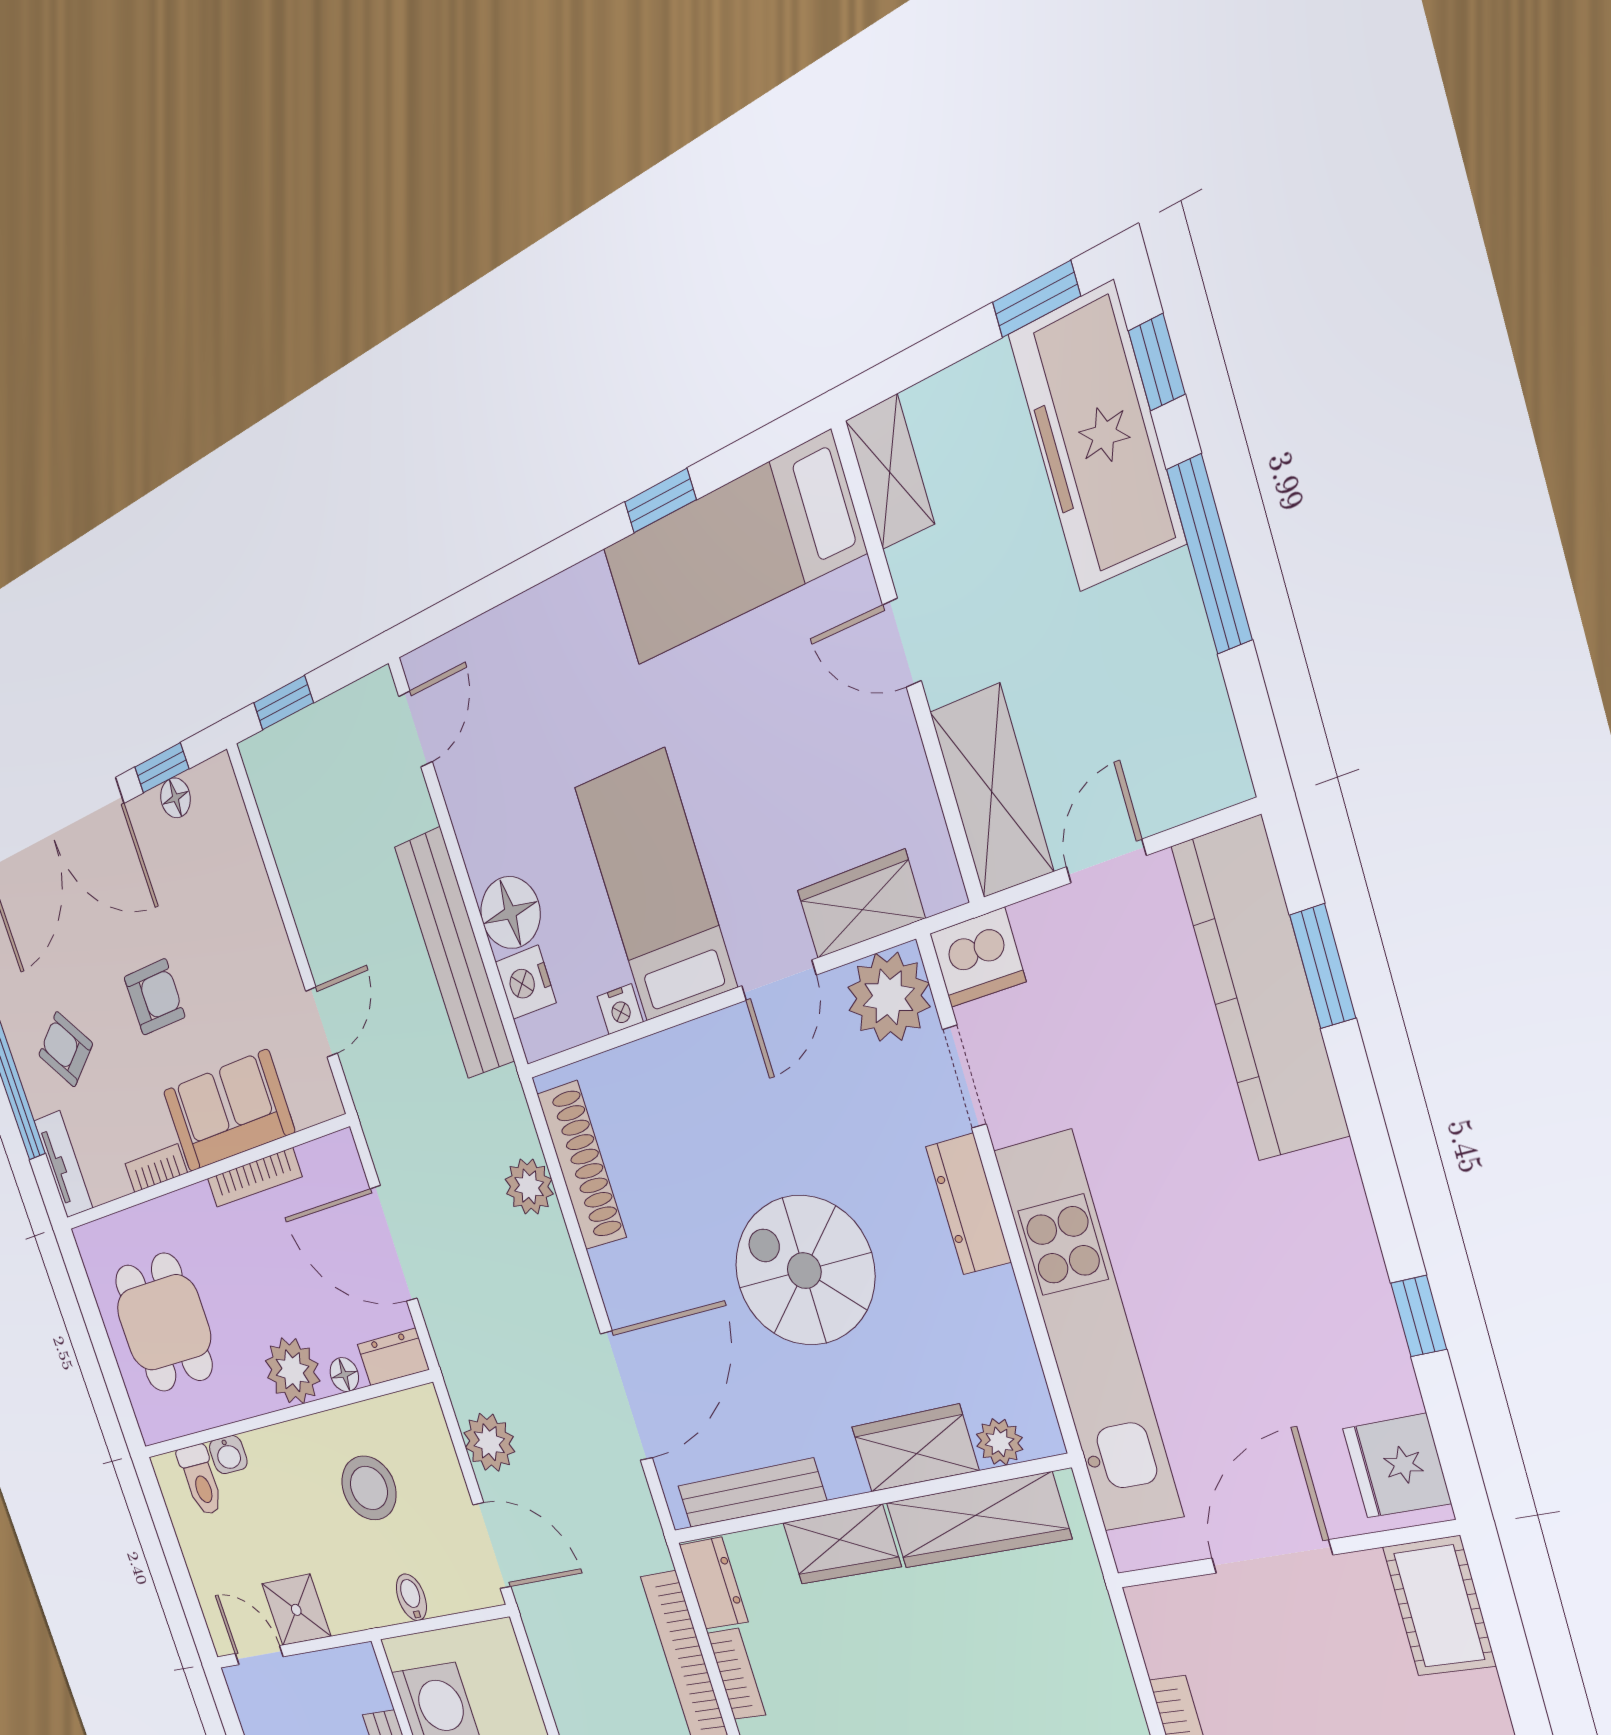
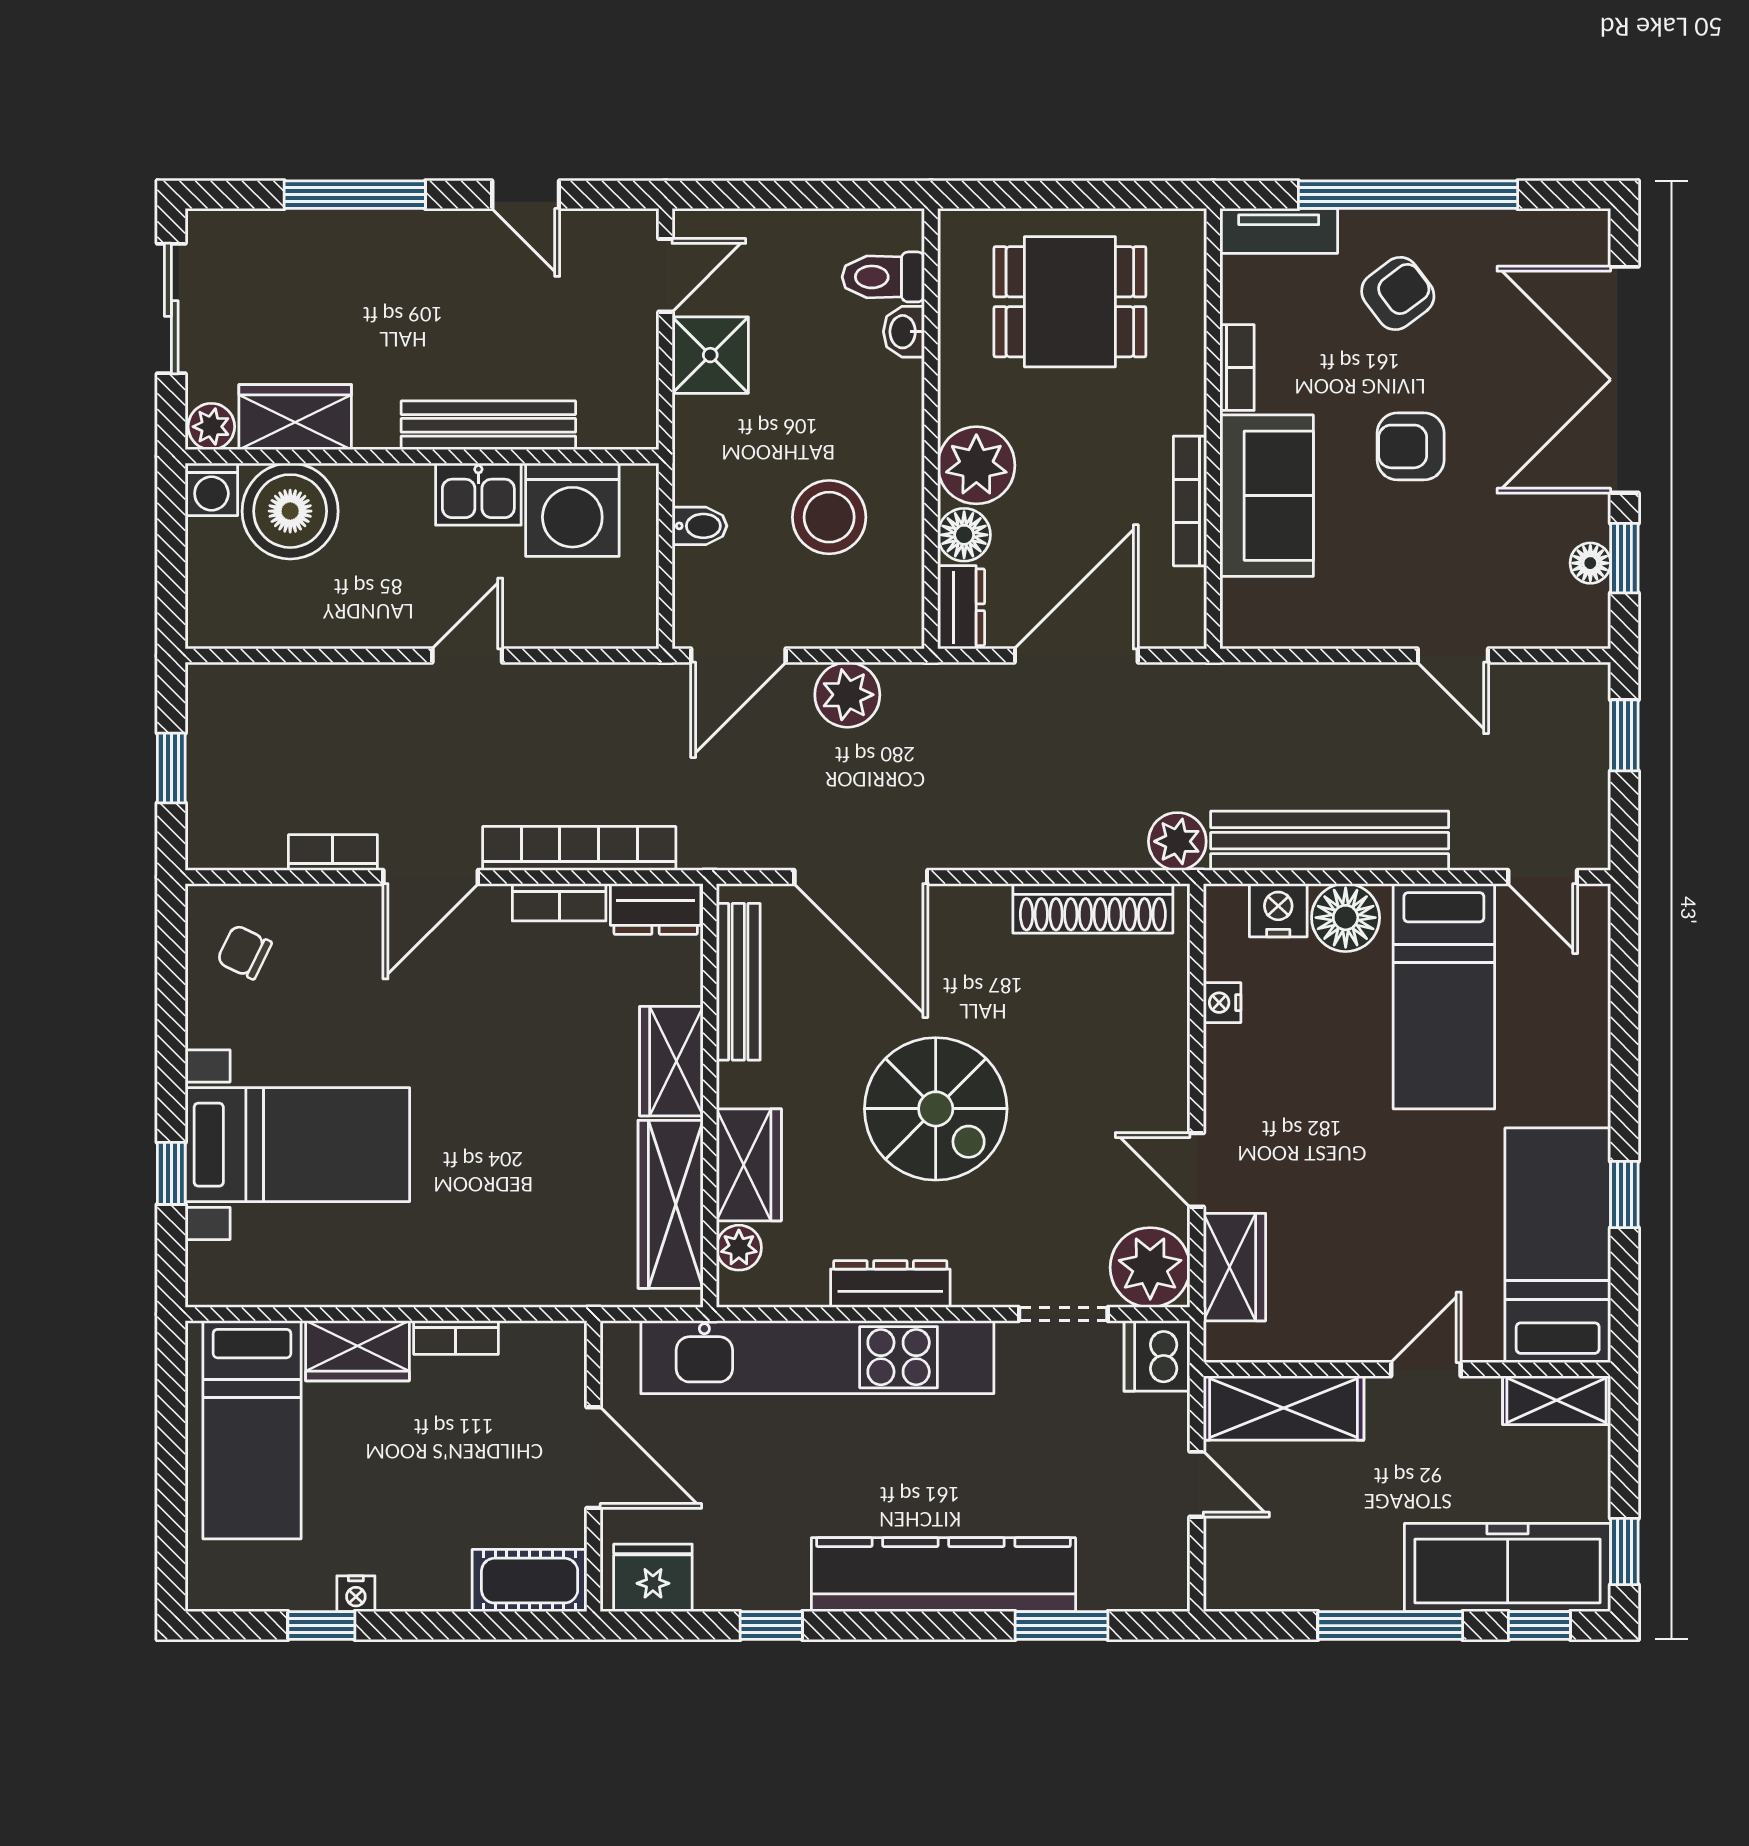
bed: (656, 887) -> (1444, 996), moved, turned 90
kitchen counter: (1260, 991) -> (943, 1575), moved
armchair: (154, 997) -> (1411, 446), turned 90
door: (321, 1022) -> (1453, 656), moved
plant: (529, 1187) -> (1177, 841), moved
dresser: (968, 1204) -> (890, 1284), moved
spiral stairs: (804, 1271) -> (936, 1109), turned 90
floor lamp: (344, 1375) -> (964, 535), width x1.37, depth x1.37

